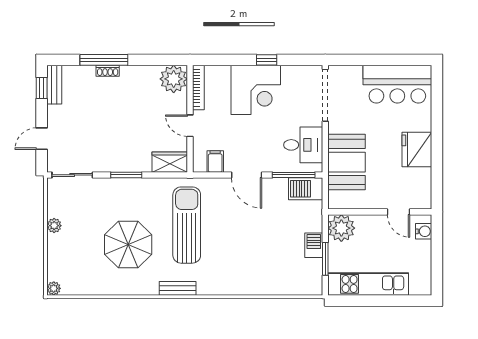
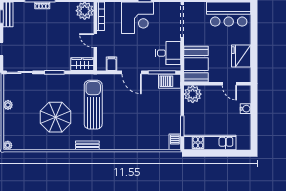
wall: (380, 212) -> (217, 84), moved
door: (399, 212) -> (229, 84), moved
plant: (341, 228) -> (193, 94), moved
barbecue: (314, 245) -> (175, 142), moved

